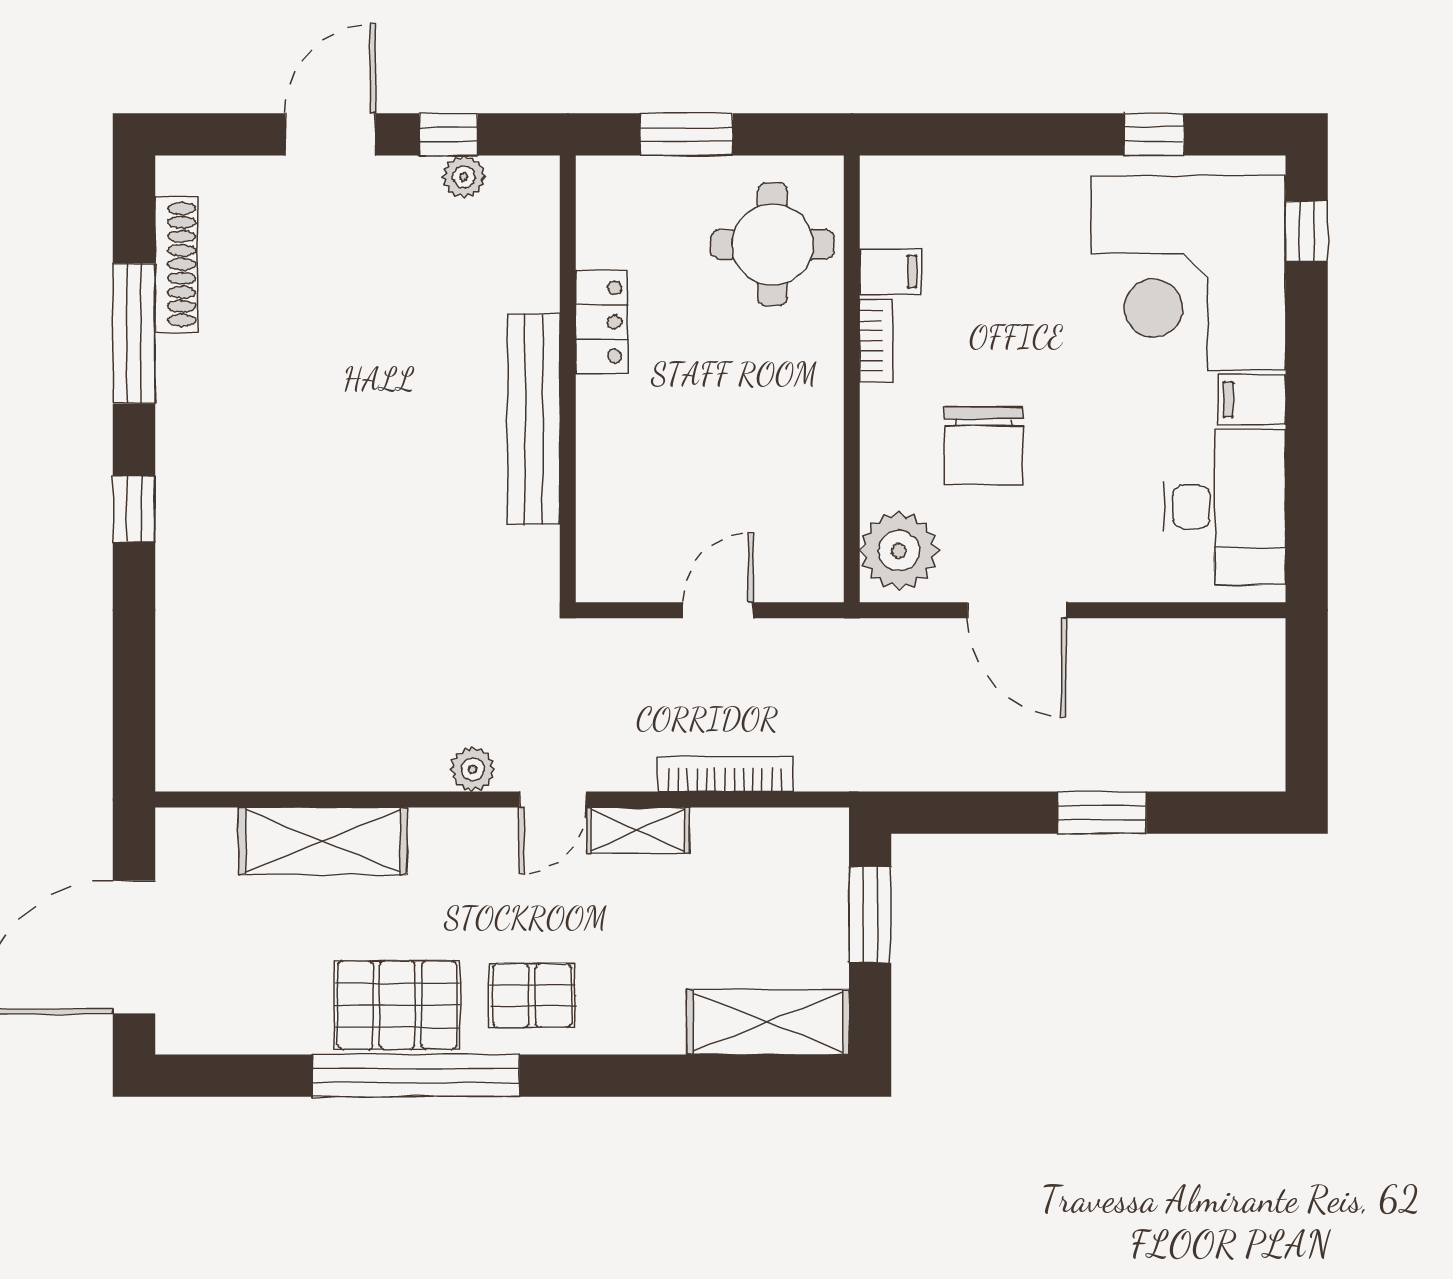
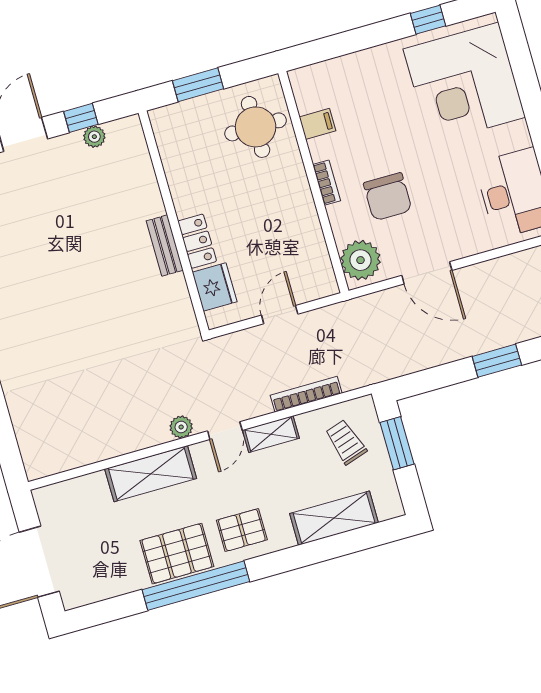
window: (1307, 231) -> (517, 46), removed
locker: (602, 322) -> (197, 241), moved
bookcase: (876, 341) -> (327, 183), moved
filing cabinet: (1252, 400) -> (513, 137), removed
bench: (534, 419) -> (165, 246), width x0.54, depth x0.82
fridge: (610, 524) -> (215, 287), added
shelving: (323, 841) -> (151, 474), moved
trolley: (774, 885) -> (346, 442), added
shelving: (768, 1022) -> (334, 518), moved

